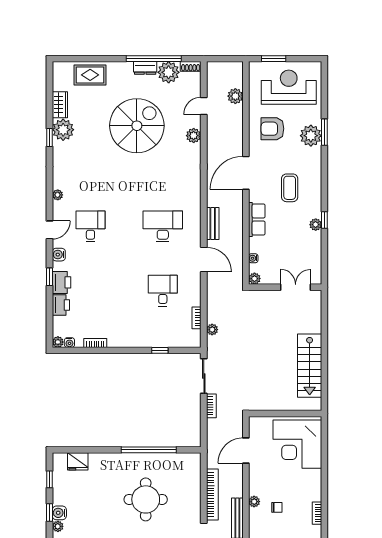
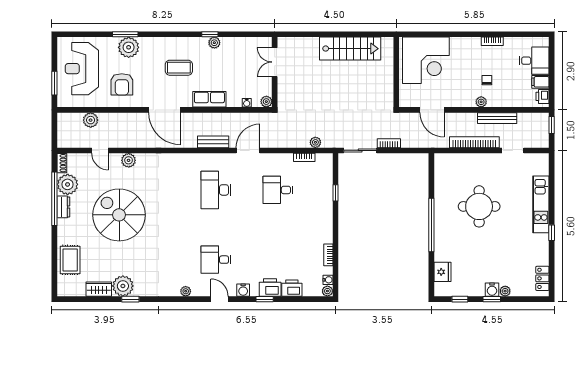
window: (149, 450) -> (431, 225), moved

